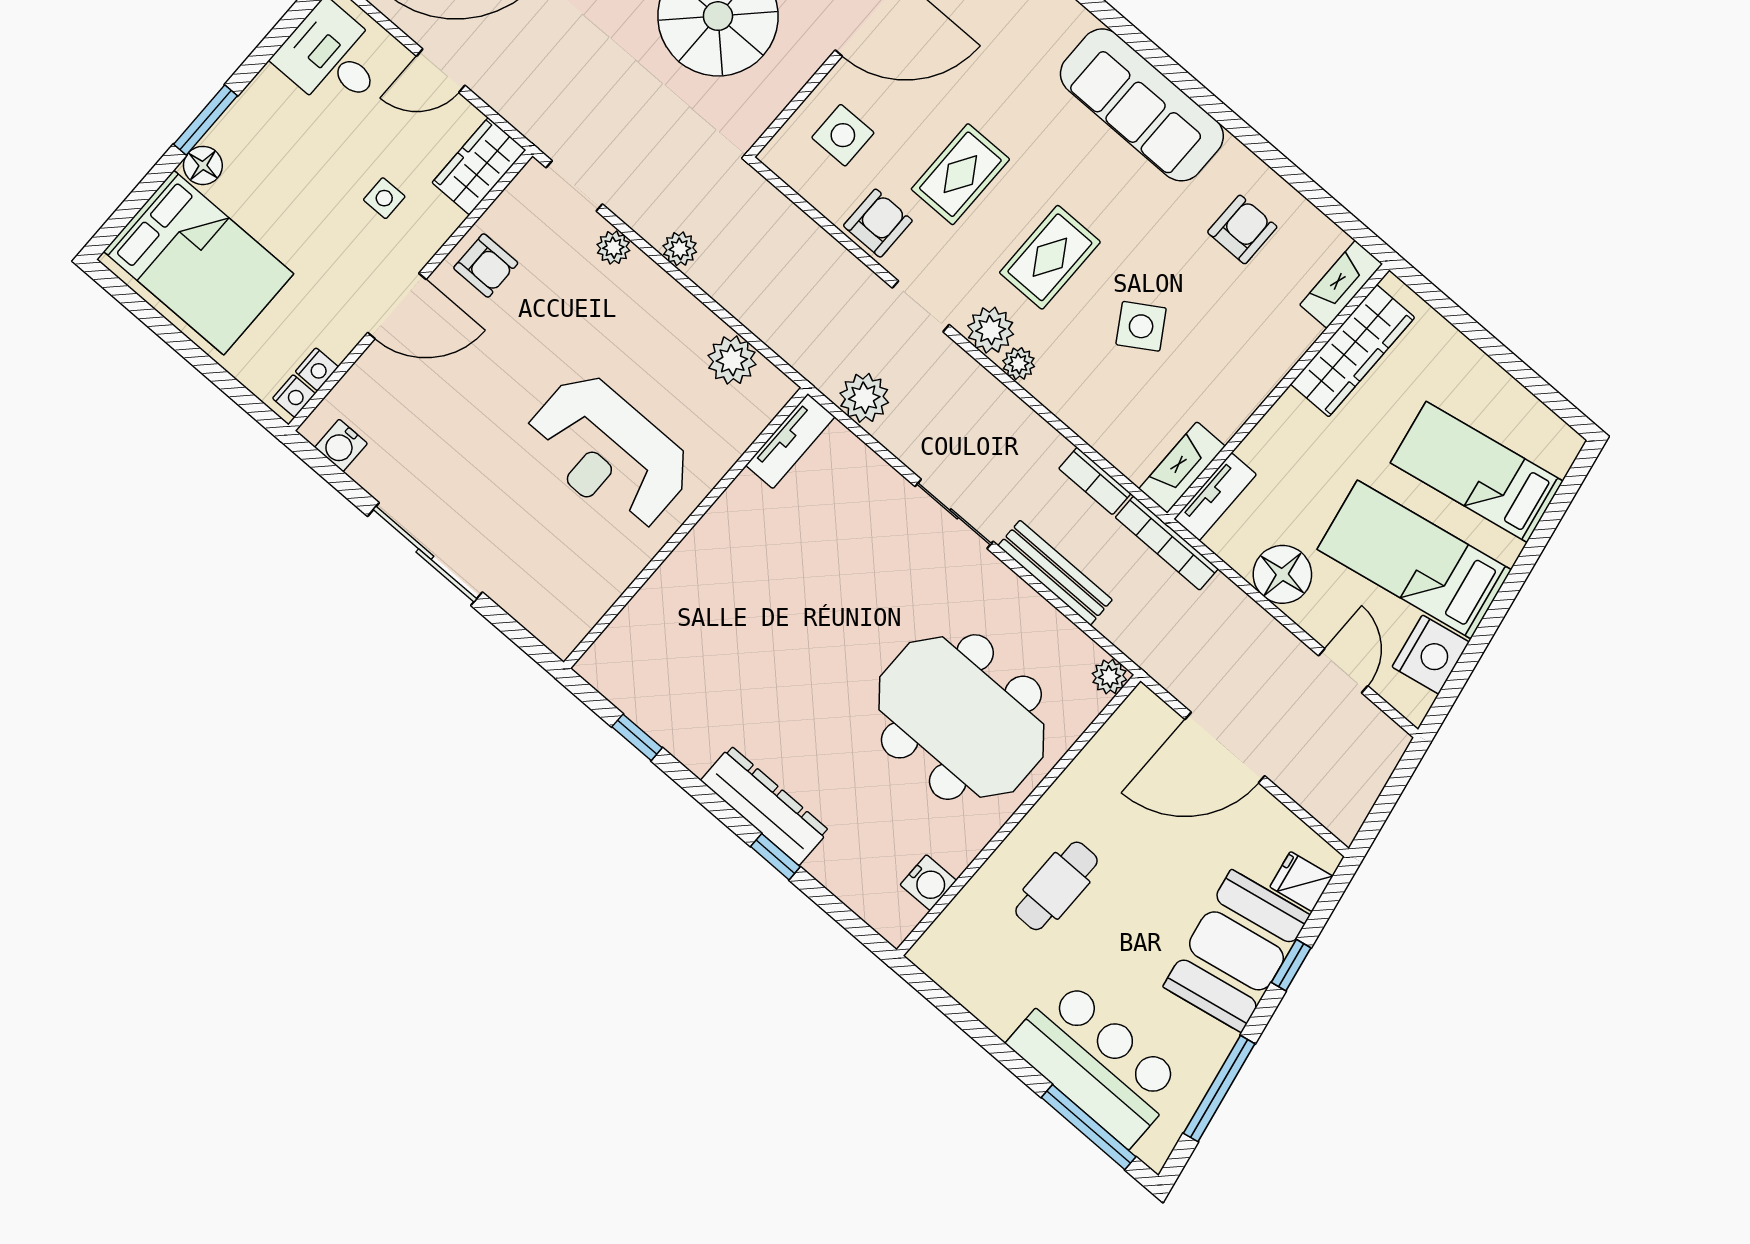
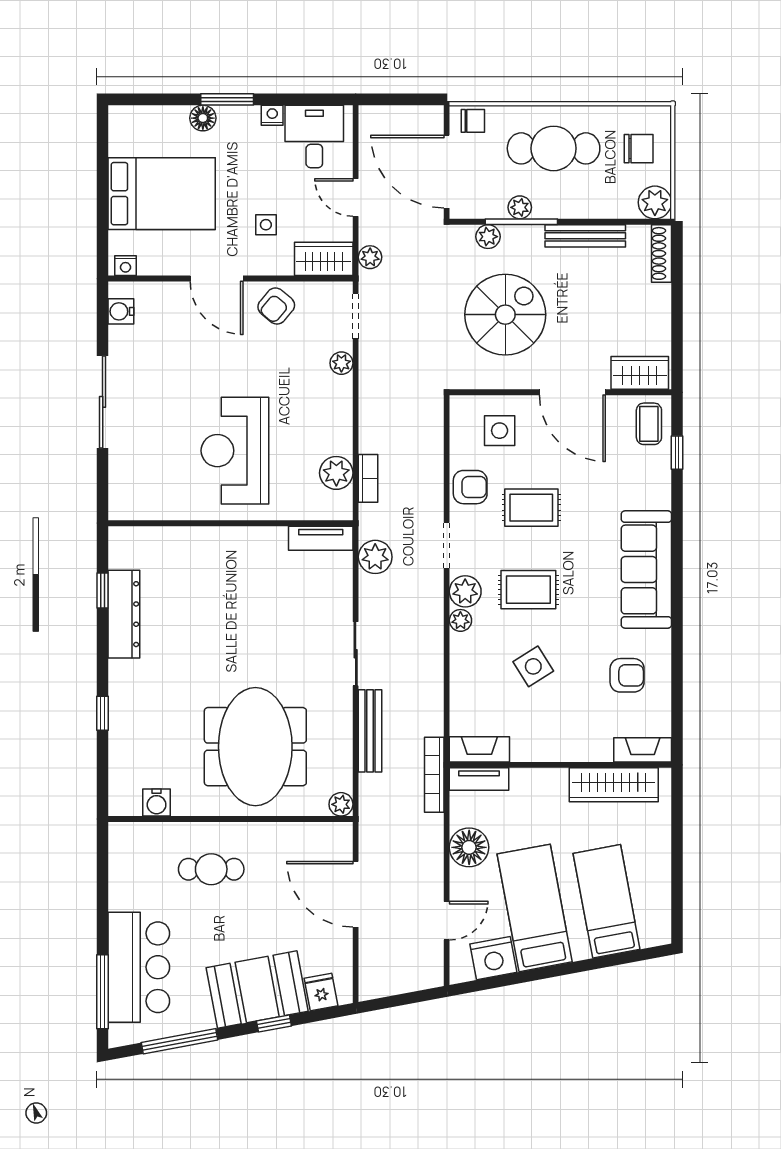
plant: (680, 249) -> (370, 257), moved
bed: (199, 263) -> (162, 194), moved, turned -90
armchair: (486, 265) -> (276, 306), turned 40
nightstand: (317, 369) -> (272, 115), moved, turned 180
bookcase: (1095, 481) -> (368, 478), moved, turned 180
dresser: (765, 806) -> (124, 614), moved

